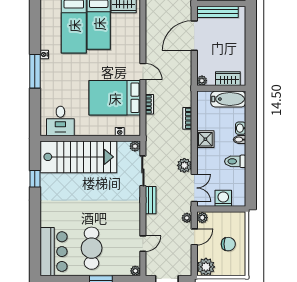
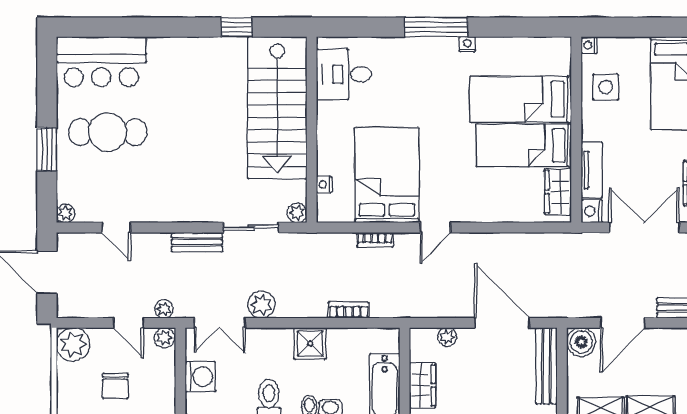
plant: (202, 81) -> (447, 337), moved

